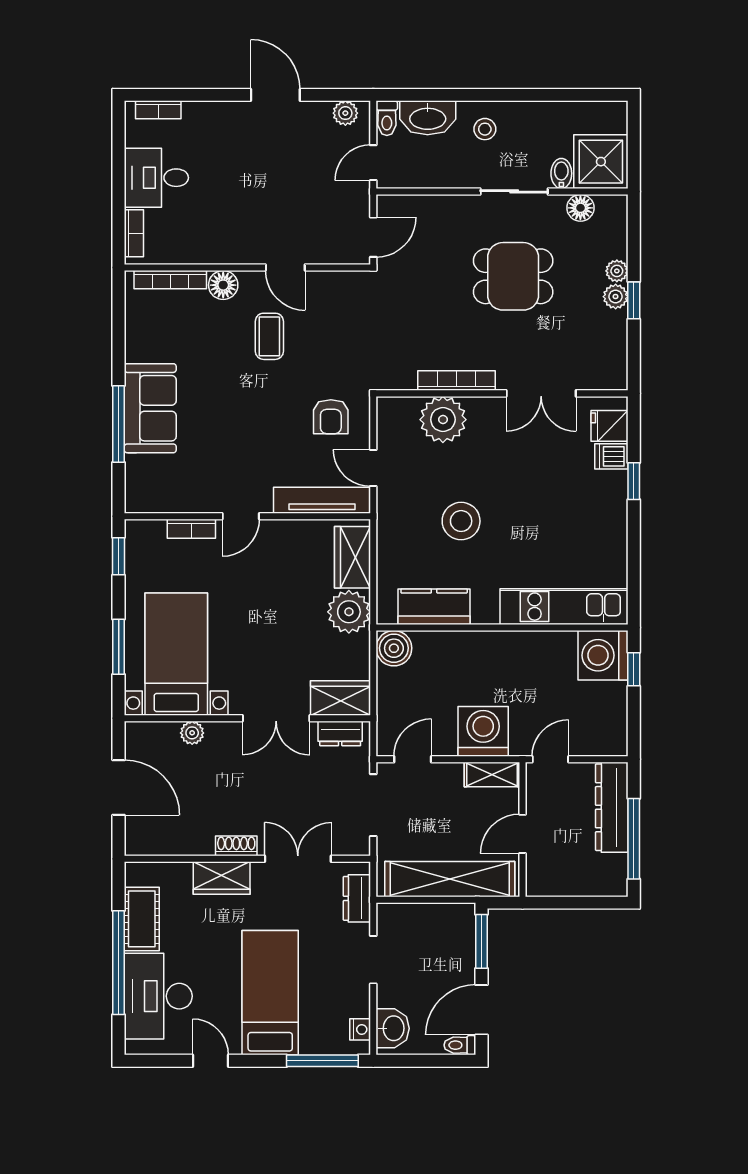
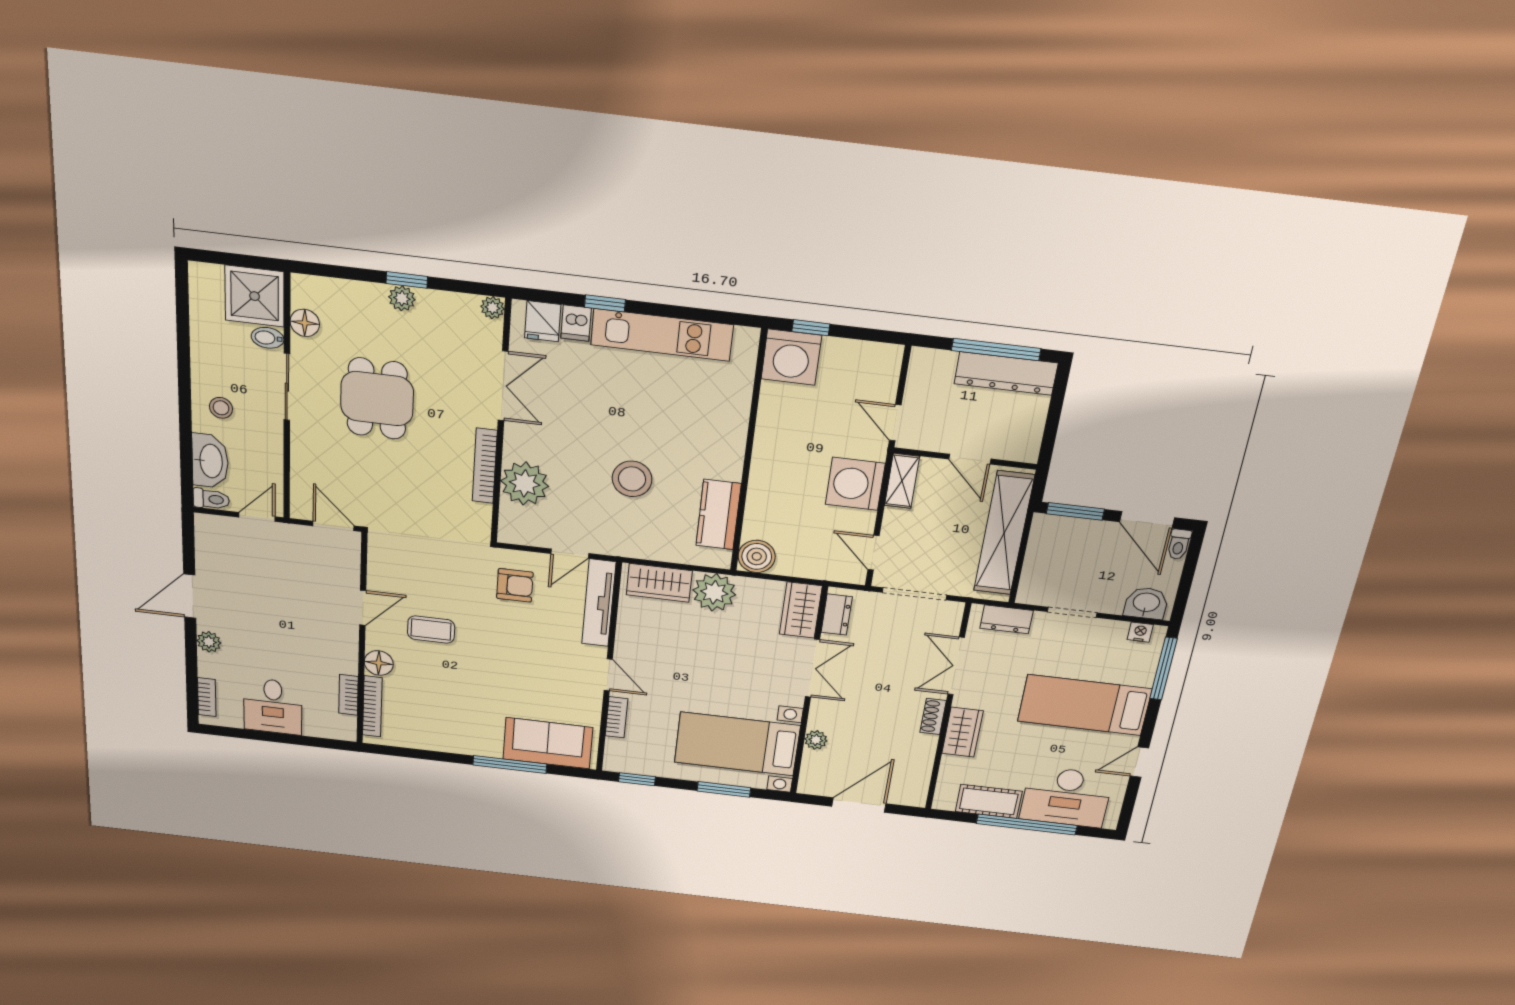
plant: (345, 113) -> (209, 642), moved
door: (373, 163) -> (257, 517), swing flipped
bookcase: (134, 233) -> (349, 695), moved, turned -90
plant: (617, 271) -> (493, 308), moved
sofa: (150, 408) -> (548, 743), moved
kitchen unit: (564, 607) -> (662, 335), moved, turned -90
dresser: (612, 807) -> (1006, 373), moved

